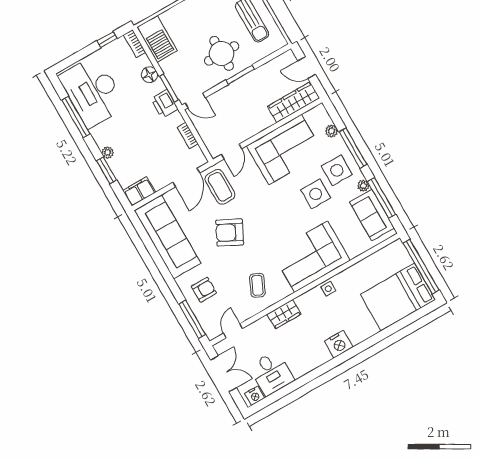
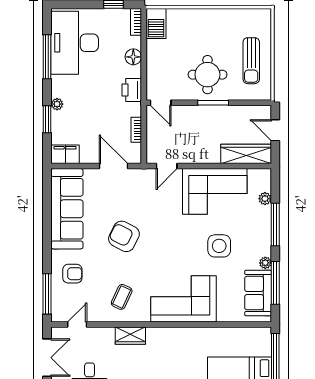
barbecue: (157, 39) -> (156, 24), width x0.73, depth x0.83
window: (169, 88) -> (144, 79), removed
side table: (337, 170) -> (250, 236), removed
door: (186, 178) -> (114, 166), swing flipped
coffee table: (220, 187) -> (138, 191), removed
side table: (328, 289) -> (182, 336), removed

